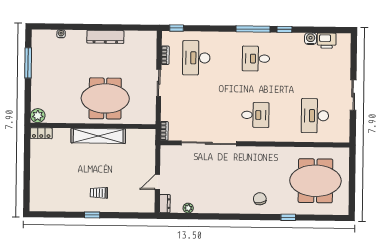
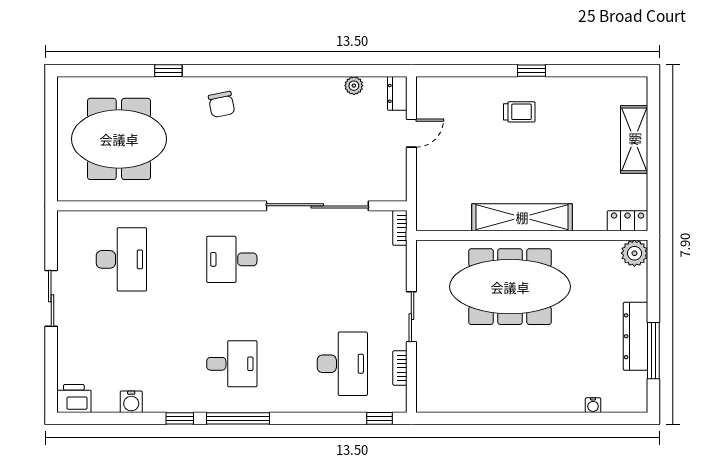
dresser: (105, 37) -> (636, 336), moved, turned -90
printer: (327, 41) -> (74, 399), moved
meeting table: (105, 98) -> (510, 287), width x1.36
shelving: (37, 177) -> (634, 139), added

